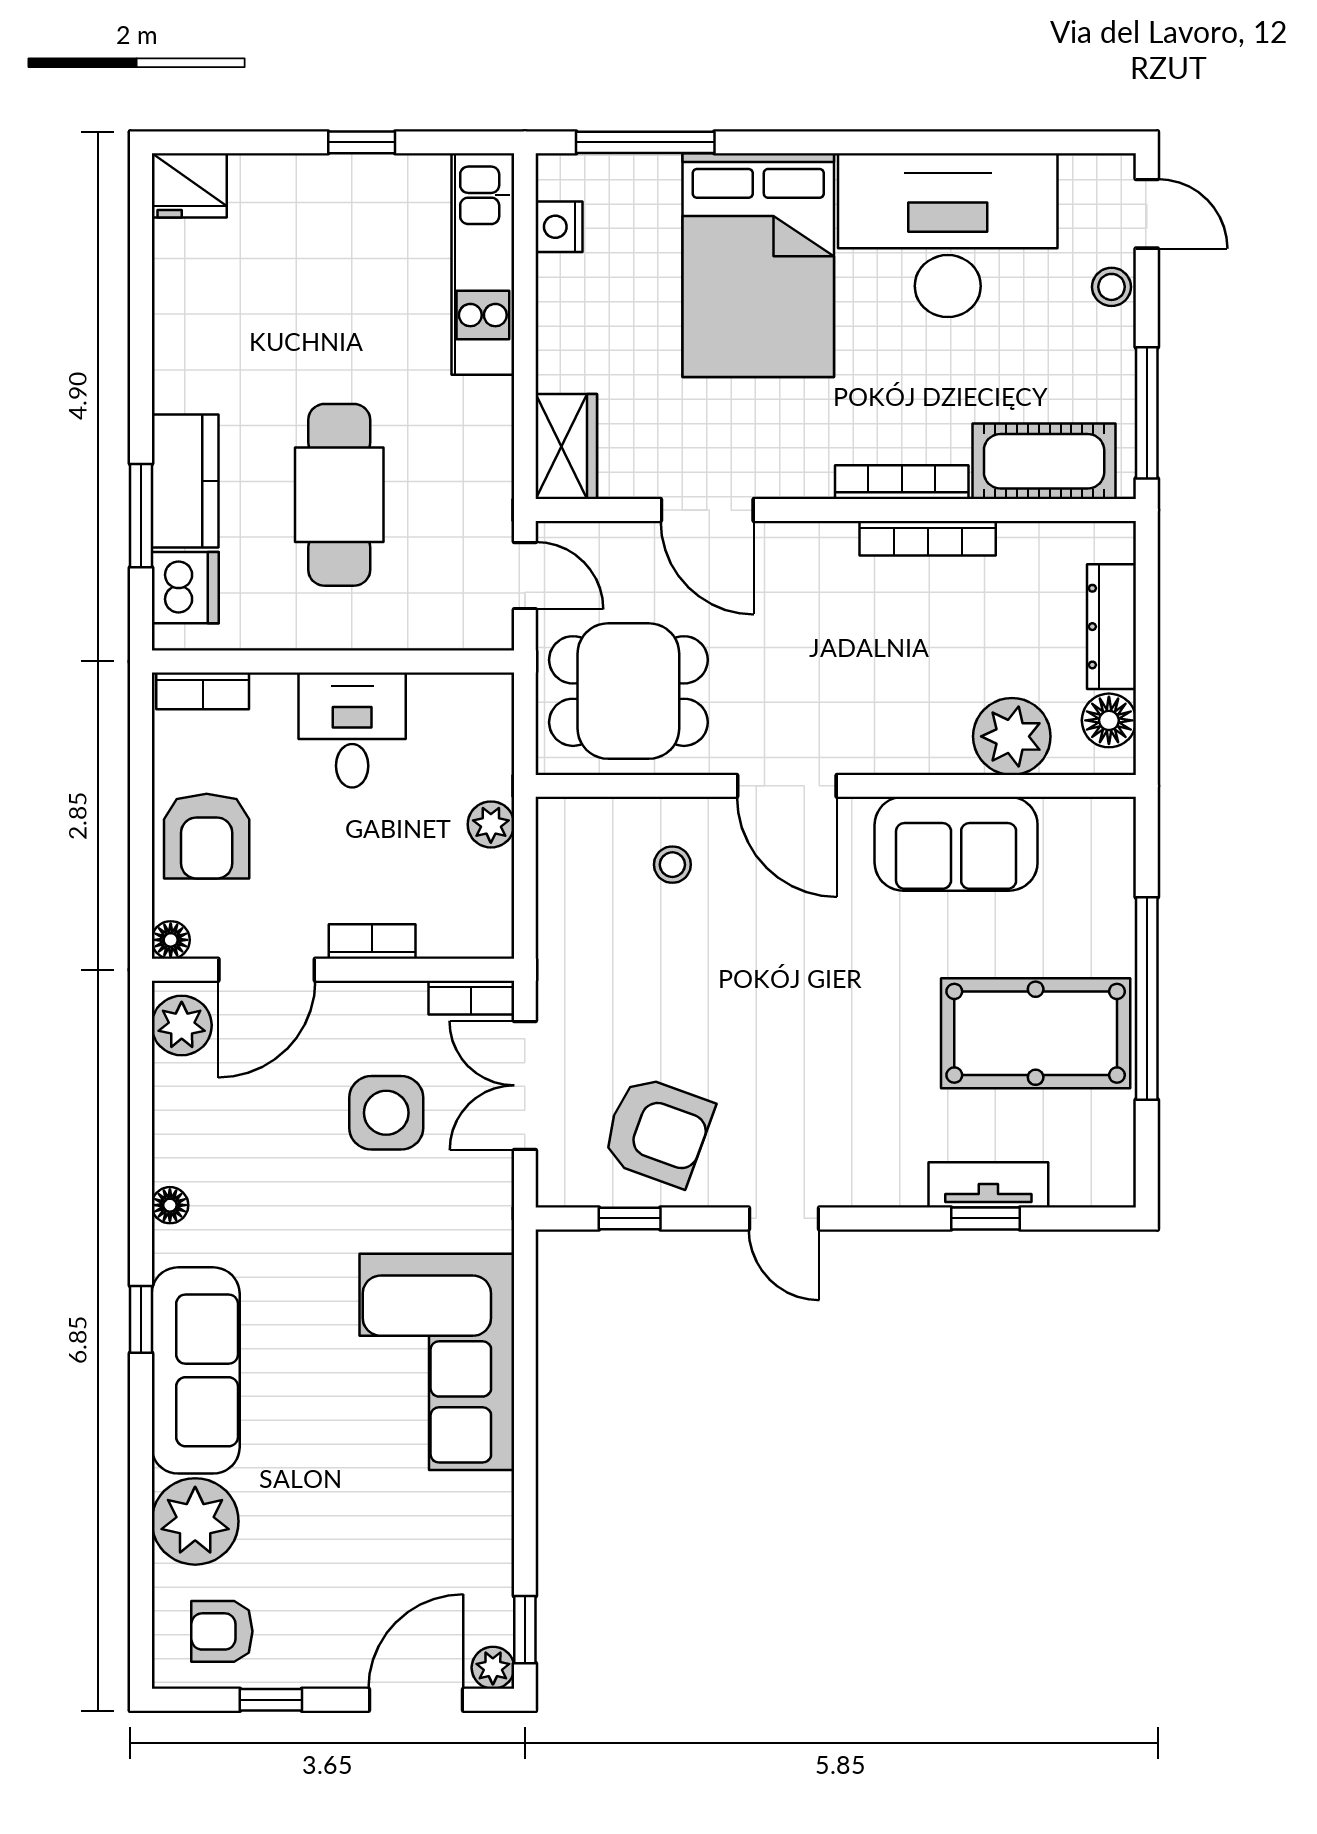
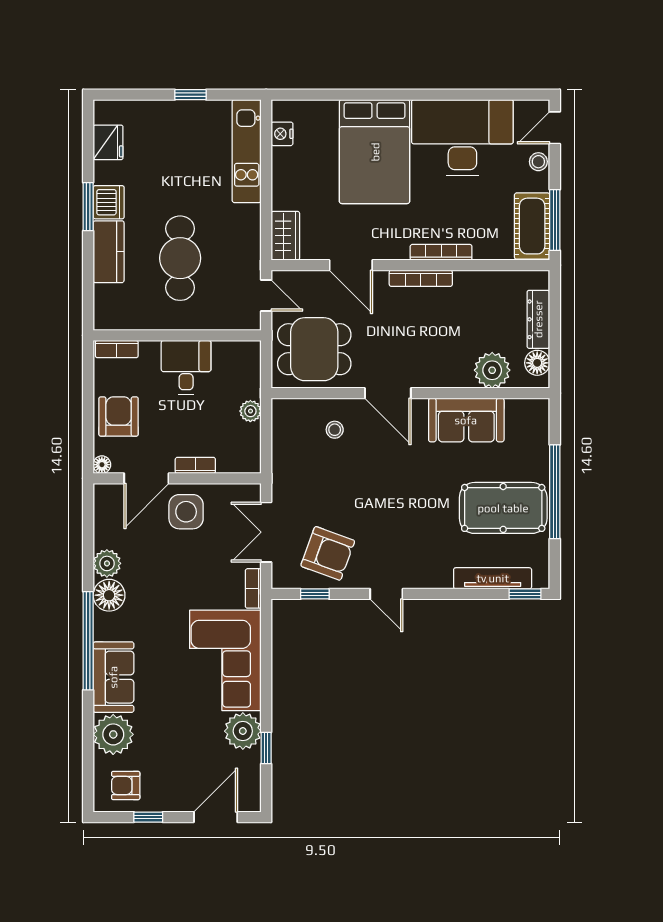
window: (645, 142) -> (322, 95), removed
fridge: (189, 185) -> (108, 142), moved, turned -90
door: (1147, 214) -> (555, 128), swing flipped
cot: (1044, 461) -> (532, 226), moved, turned 90
window: (141, 516) -> (88, 207), moved
bookcase: (928, 538) -> (421, 278), moved
dishwasher: (185, 588) -> (109, 202), moved
armchair: (207, 836) -> (119, 417), turned 180
bookcase: (471, 998) -> (253, 588), moved, turned 90
plant: (182, 1025) -> (107, 563), moved
side table: (386, 1113) -> (186, 512), moved
tv unit: (988, 1185) -> (493, 578), width x1.41
floor lamp: (170, 1205) -> (109, 595), width x1.89, depth x1.89
window: (985, 1218) -> (525, 594), moved
window: (141, 1319) -> (88, 641), width x3.17
sofa: (196, 1370) -> (113, 677), width x0.73
window: (525, 1630) -> (266, 748), moved
plant: (493, 1668) -> (243, 731), moved, width x1.88, depth x1.88

